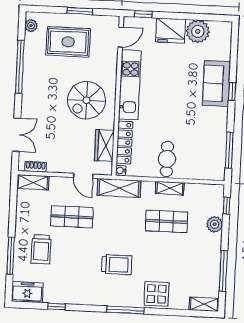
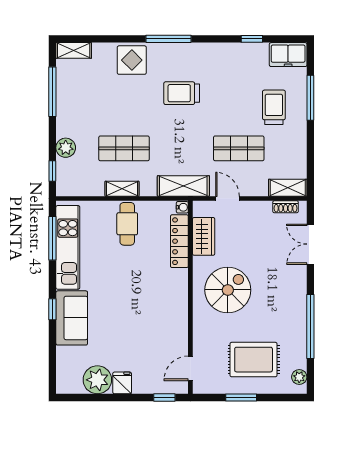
fridge: (171, 31) -> (122, 383), width x0.53, depth x0.75
kitchen unit: (130, 85) -> (68, 247), moved, turned 180

